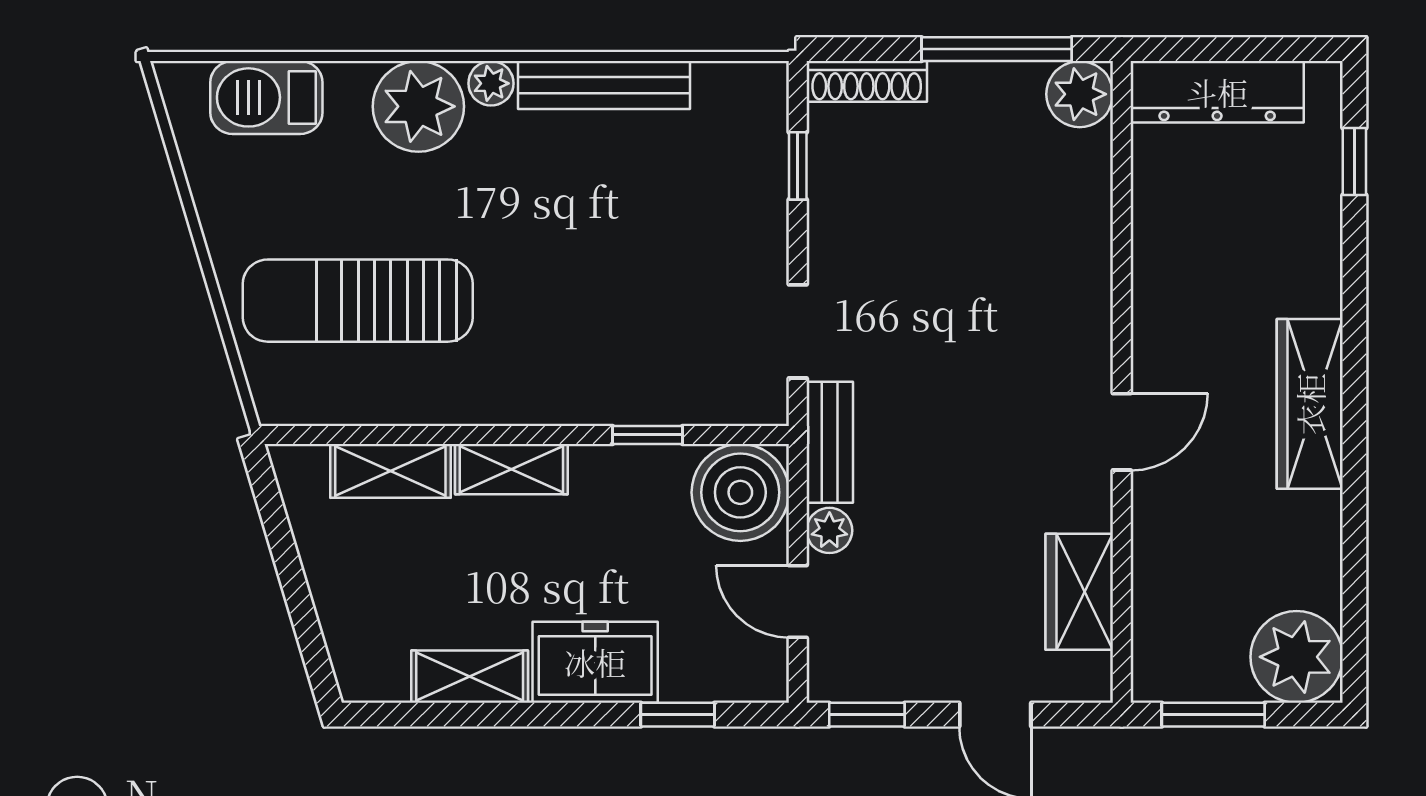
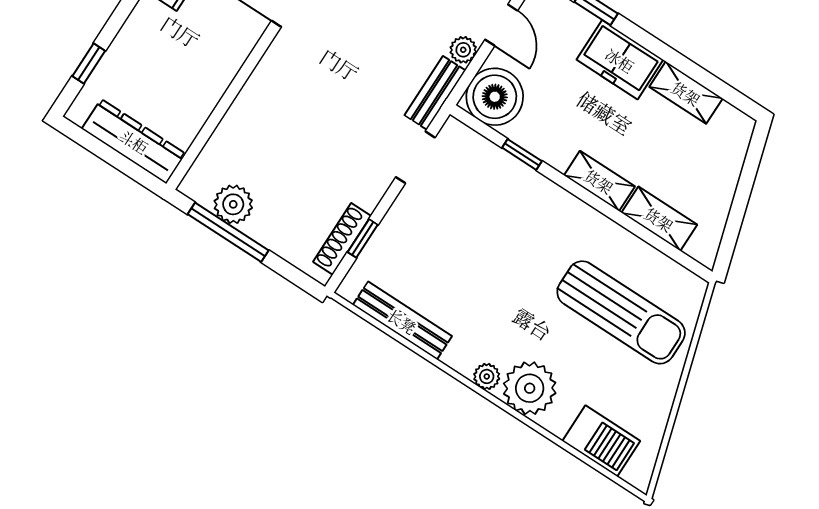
shoe rack: (867, 81) -> (342, 239), moved, turned -90
bench: (604, 85) -> (402, 321), moved
plant: (1080, 94) -> (233, 204), moved

